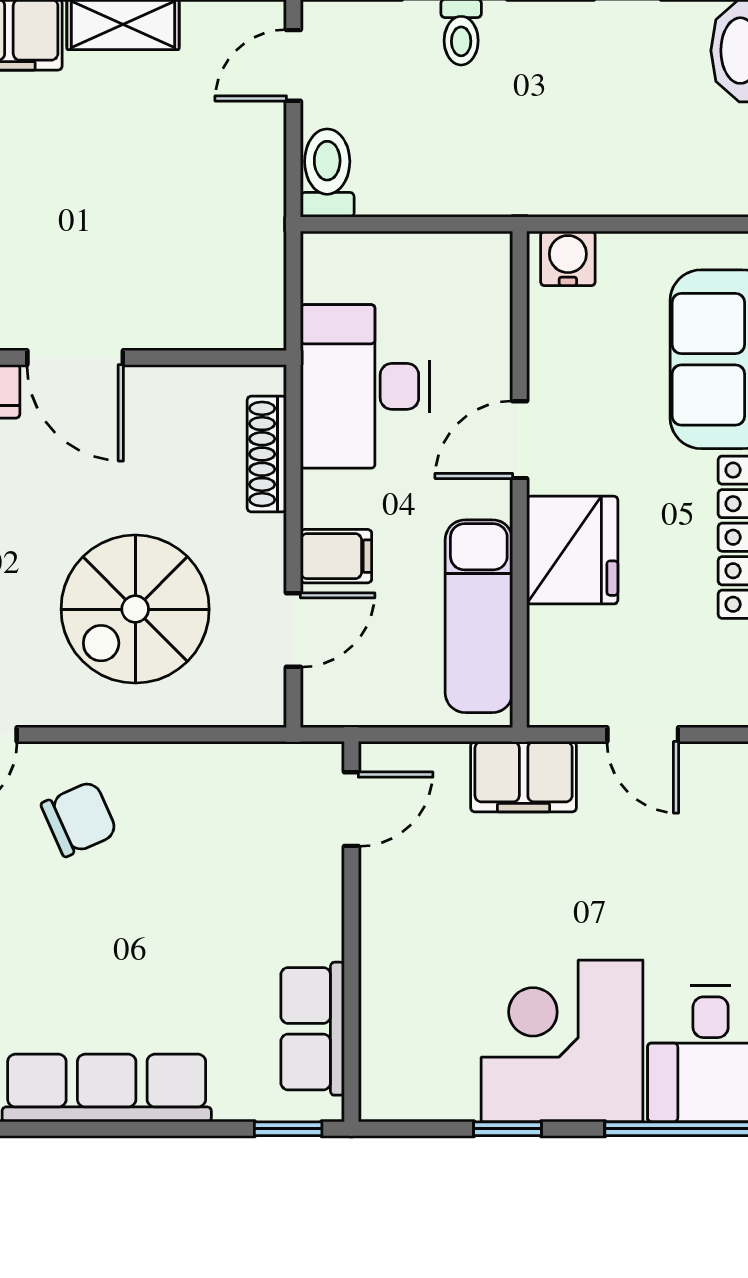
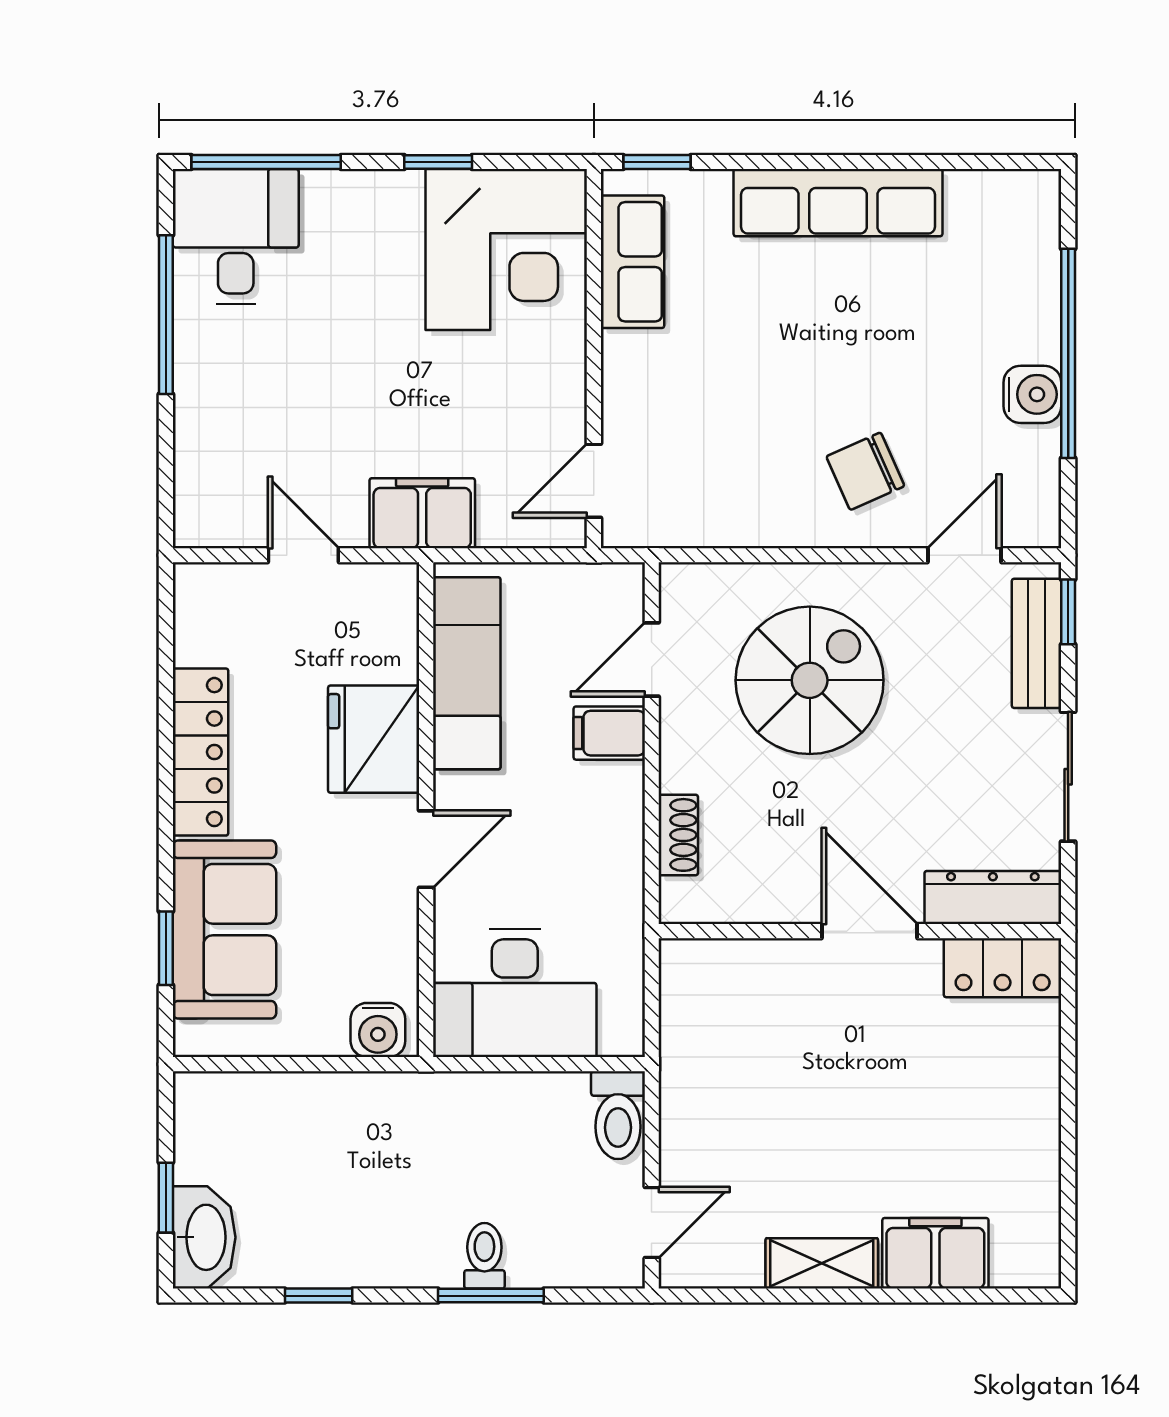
desk: (365, 386) -> (515, 993), moved, turned 90
shoe rack: (267, 454) -> (678, 835), width x0.70
corner desk: (562, 1041) -> (506, 250), moved

